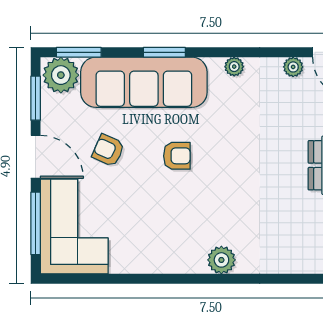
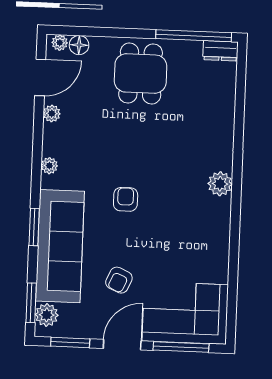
plant: (61, 75) -> (47, 315), width x0.73, depth x0.73
armchair: (177, 156) -> (126, 199), moved

